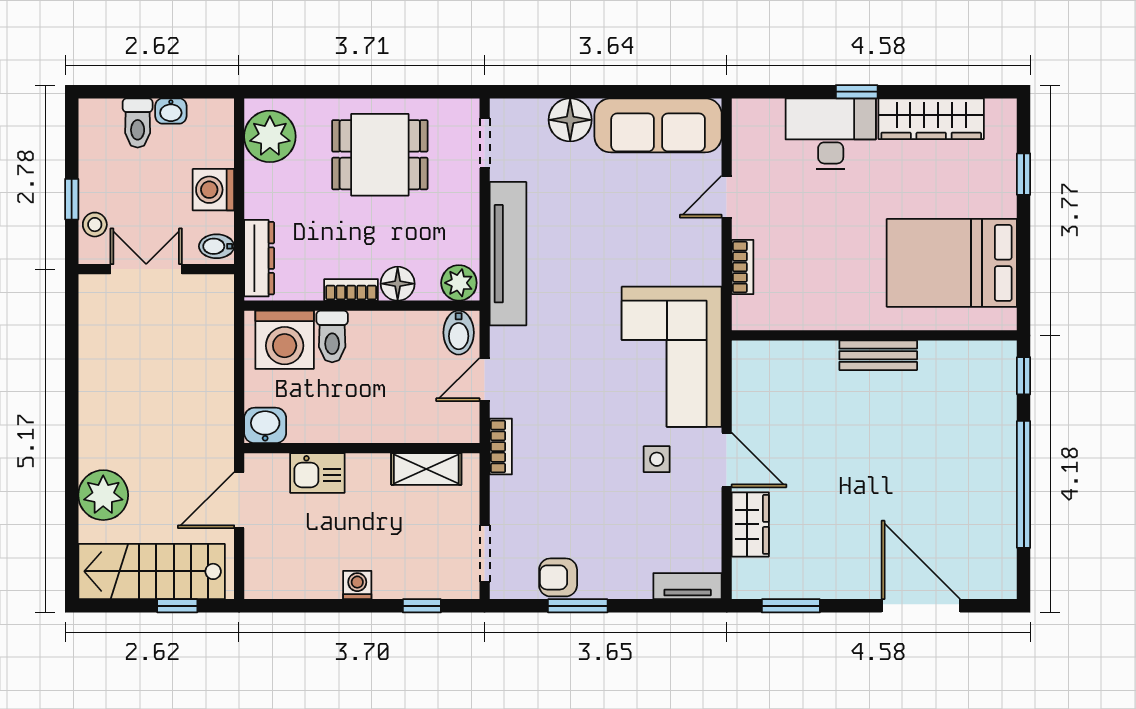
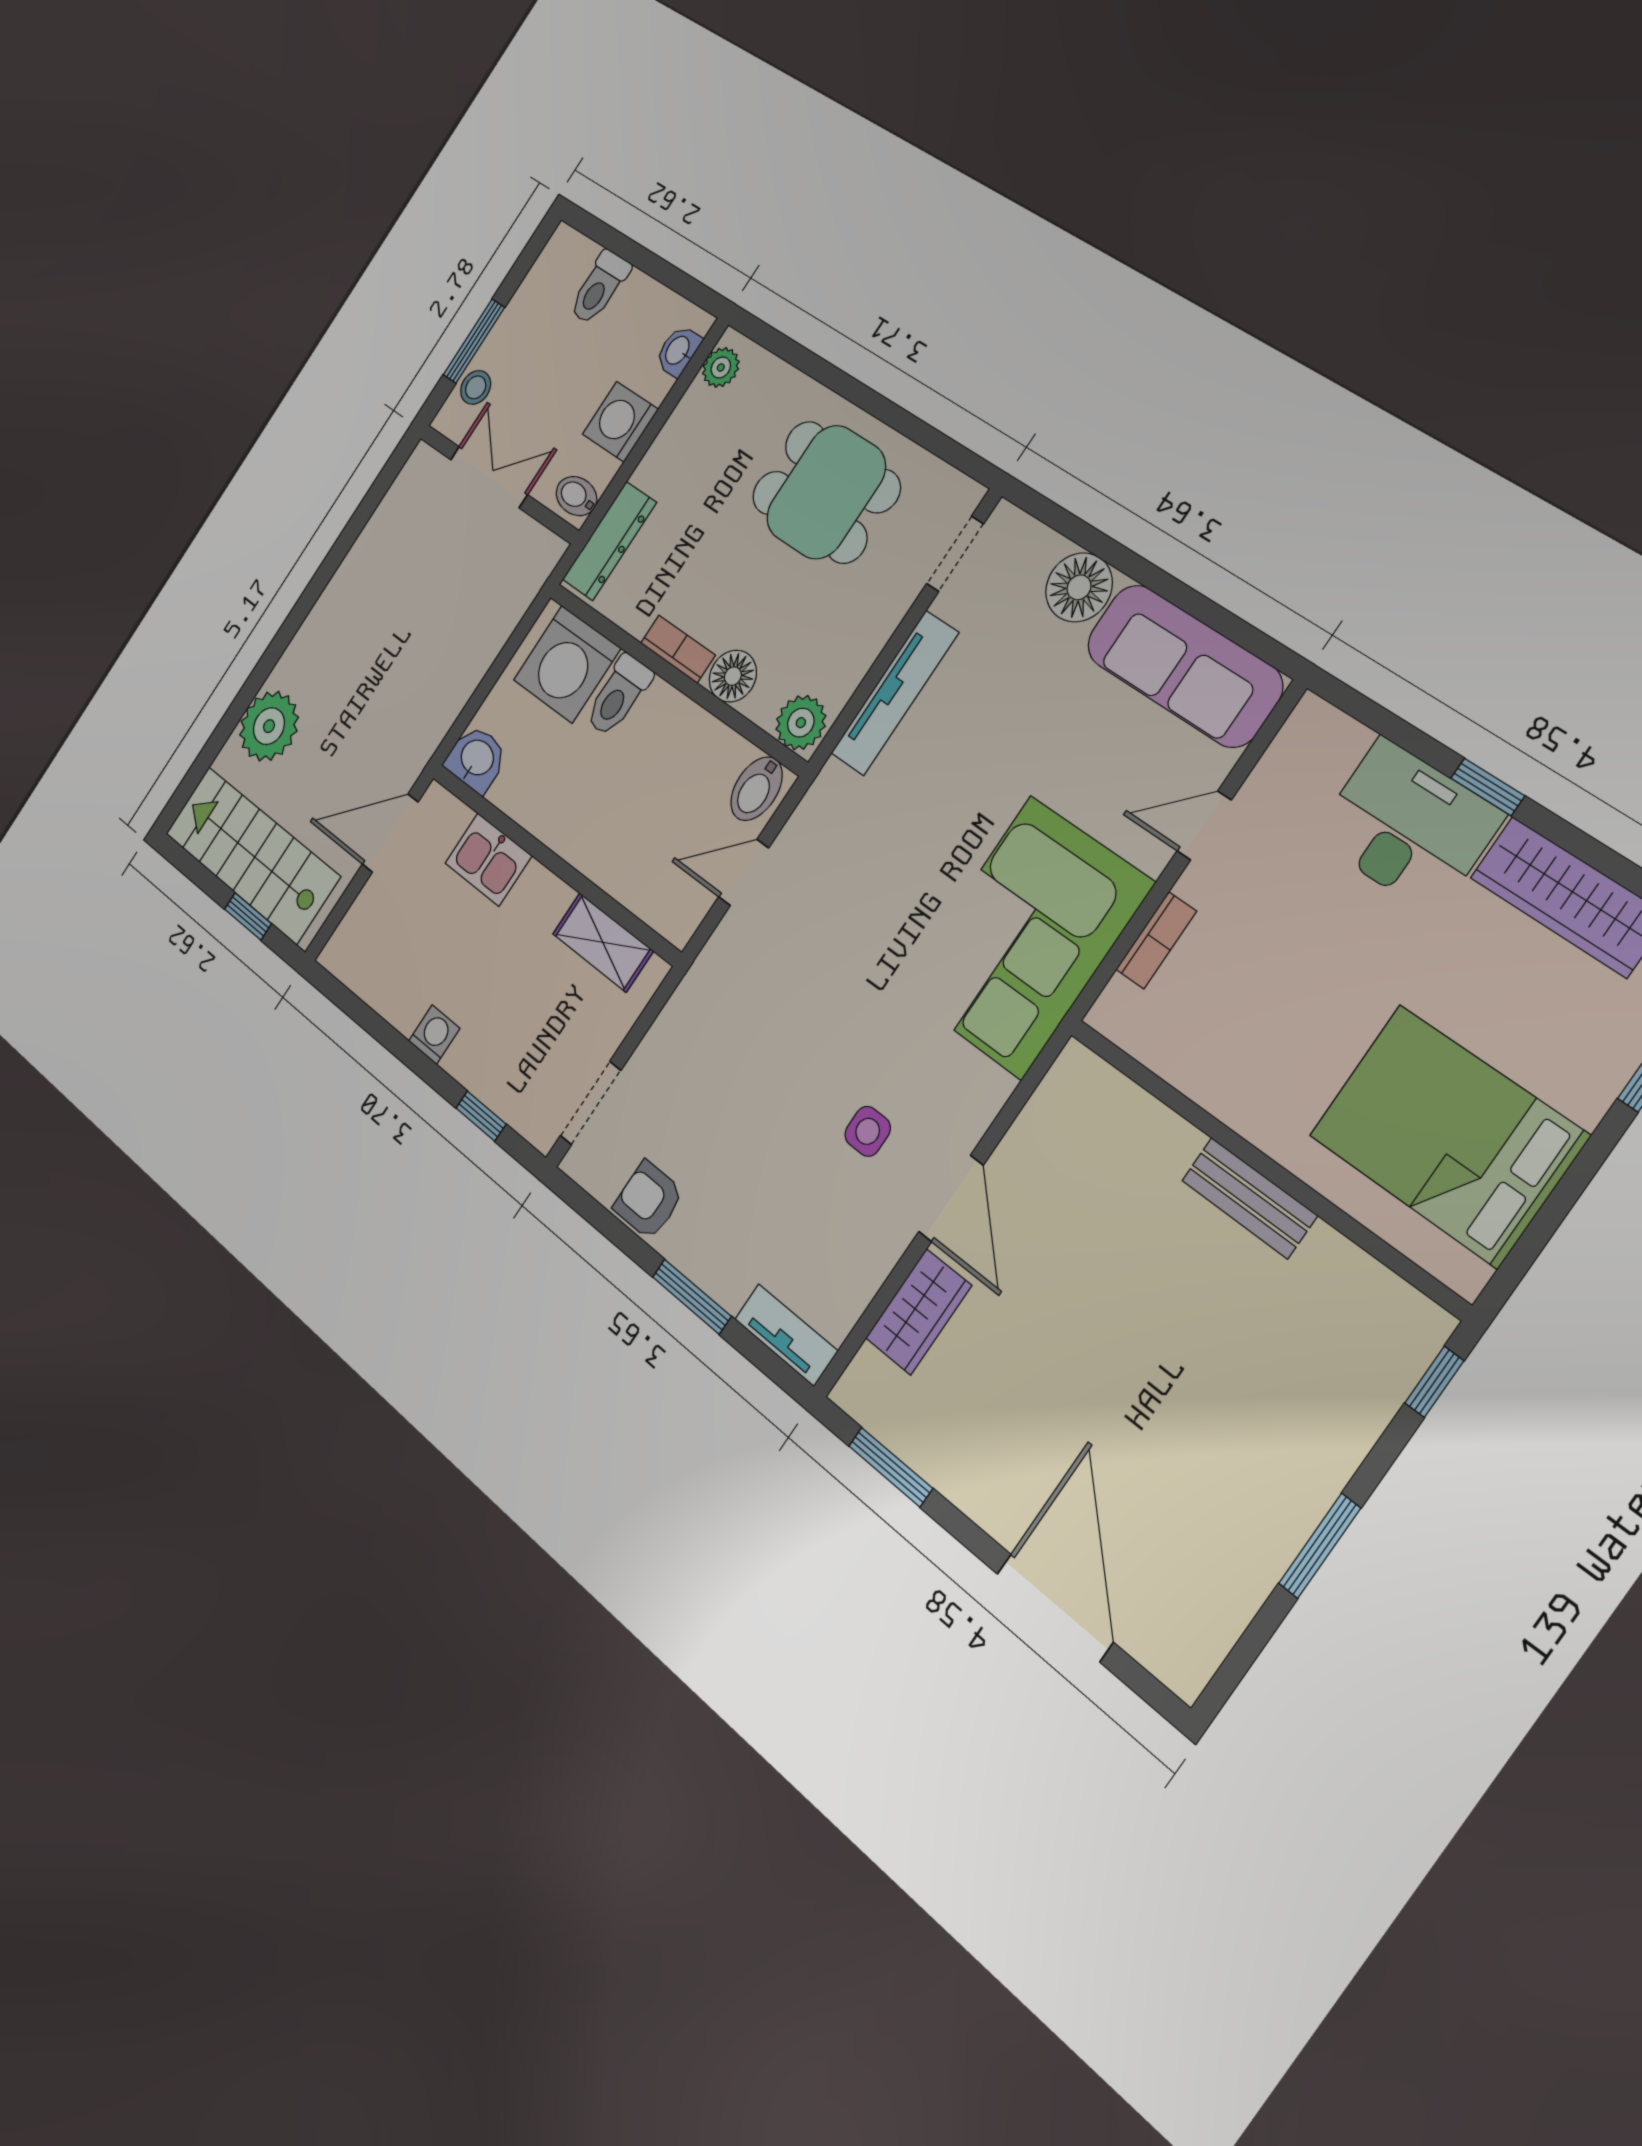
washbasin: (171, 111) -> (678, 351), moved, turned 90
plant: (270, 136) -> (721, 367), width x0.53, depth x0.53
window: (72, 199) -> (474, 341), width x1.50
tv unit: (508, 254) -> (895, 693), width x0.73, depth x0.78
corner sofa: (672, 357) -> (1026, 937), moved
bookcase: (501, 447) -> (702, 975), removed
window: (1024, 484) -> (1320, 1546), width x0.47
window: (578, 606) -> (692, 1297), moved

